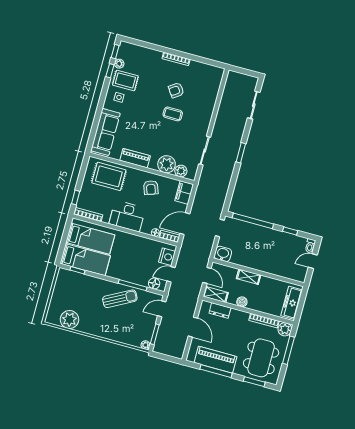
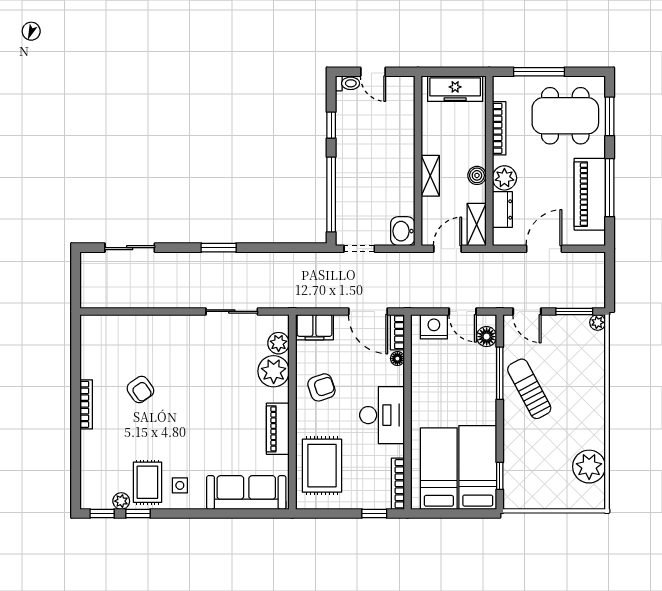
coffee table: (173, 114) -> (183, 384), removed
plant: (285, 329) -> (504, 178), moved

